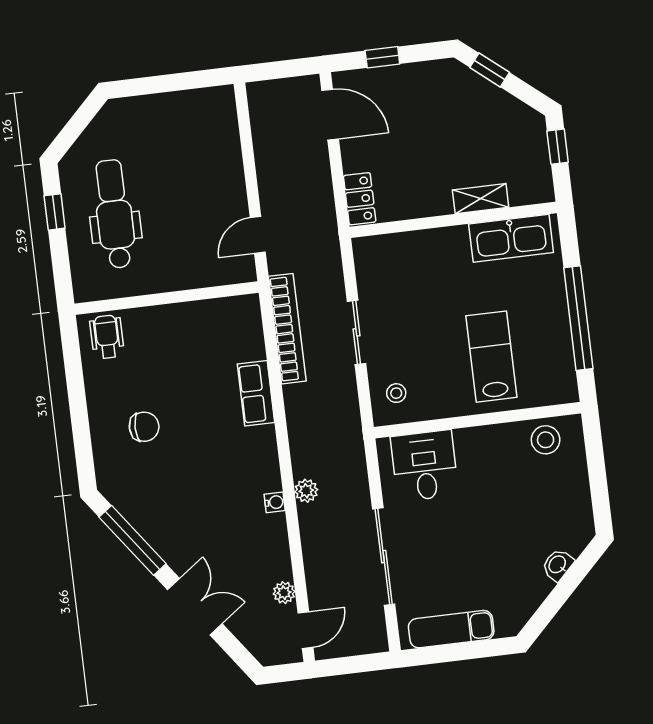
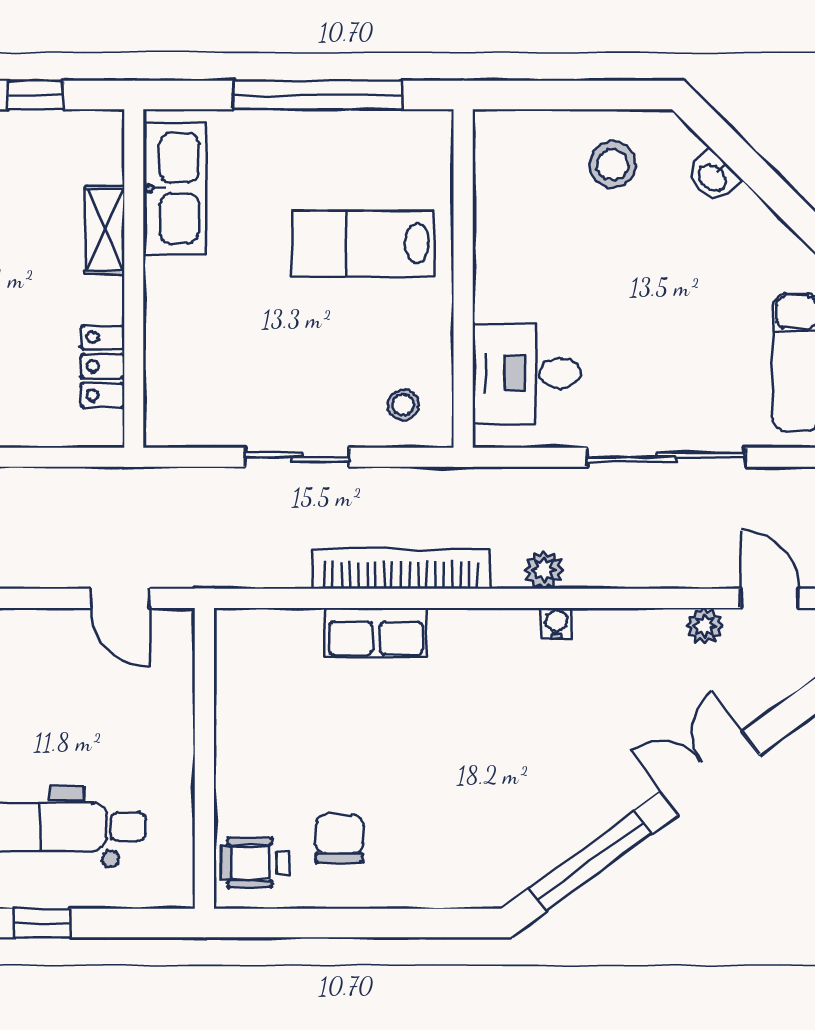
locker: (360, 199) -> (103, 366), moved, turned -90
bookcase: (287, 329) -> (401, 569), moved
chair: (144, 427) -> (339, 839), moved
stool: (546, 440) -> (613, 164), moved

